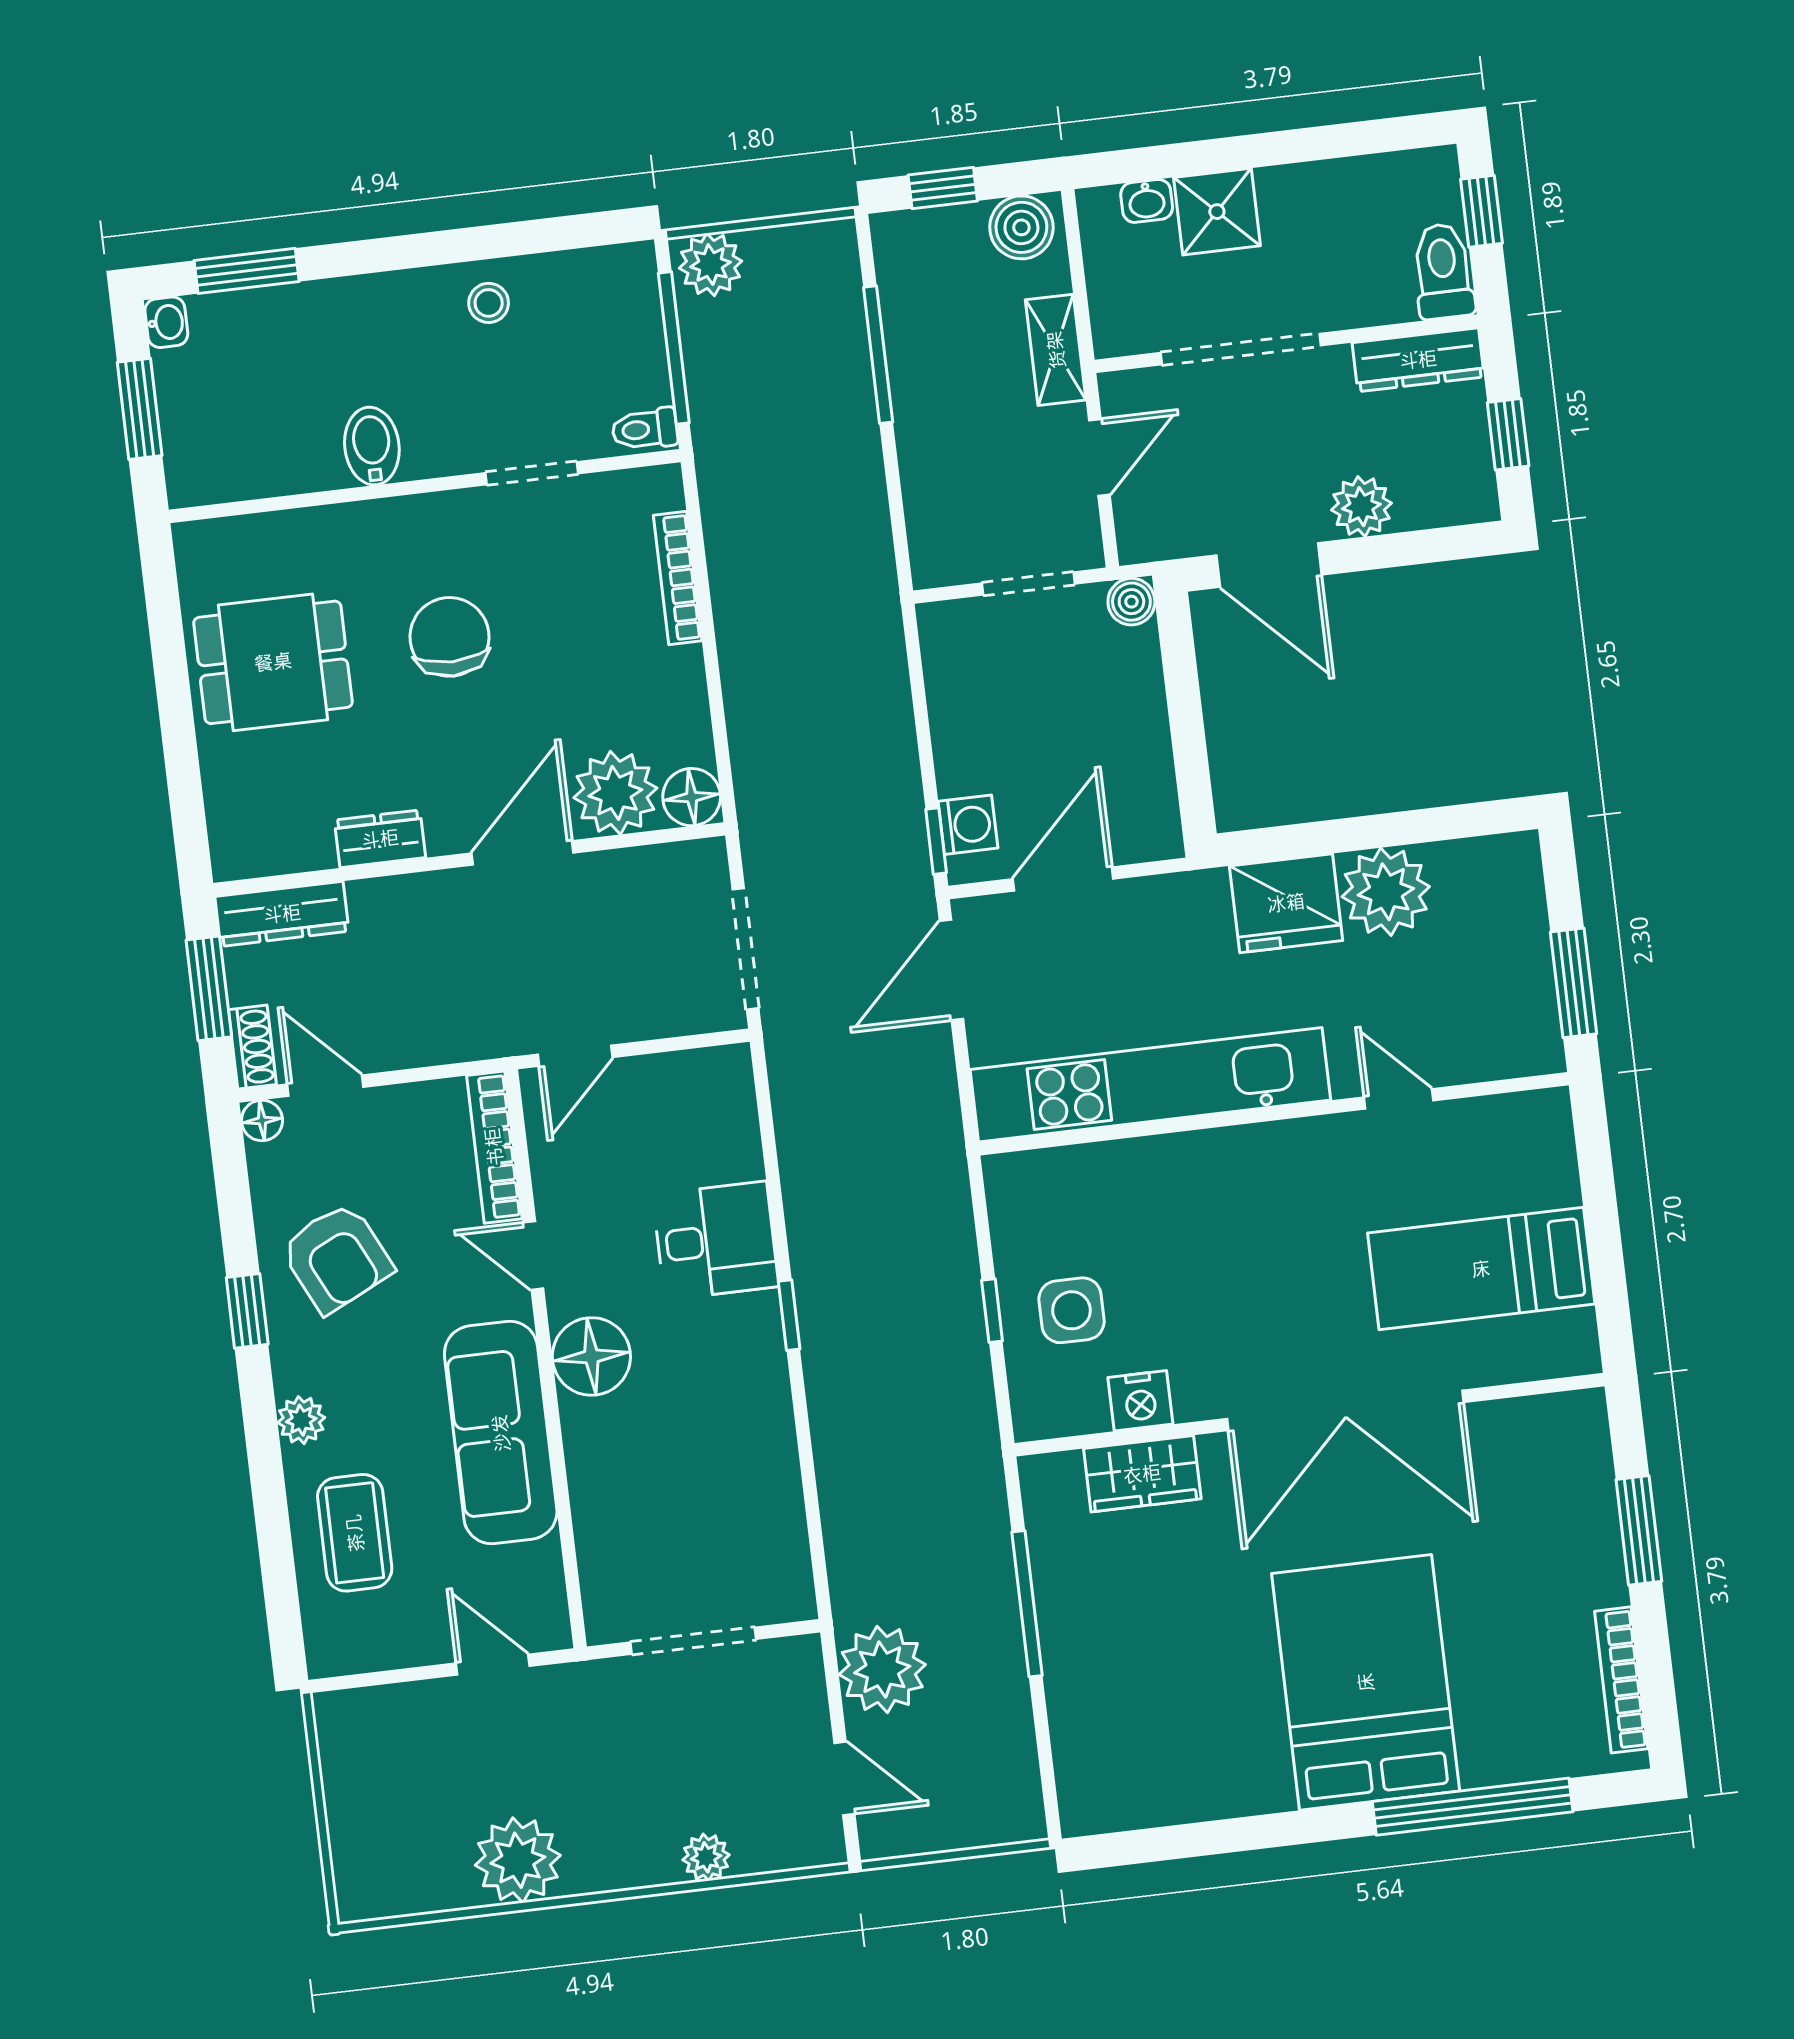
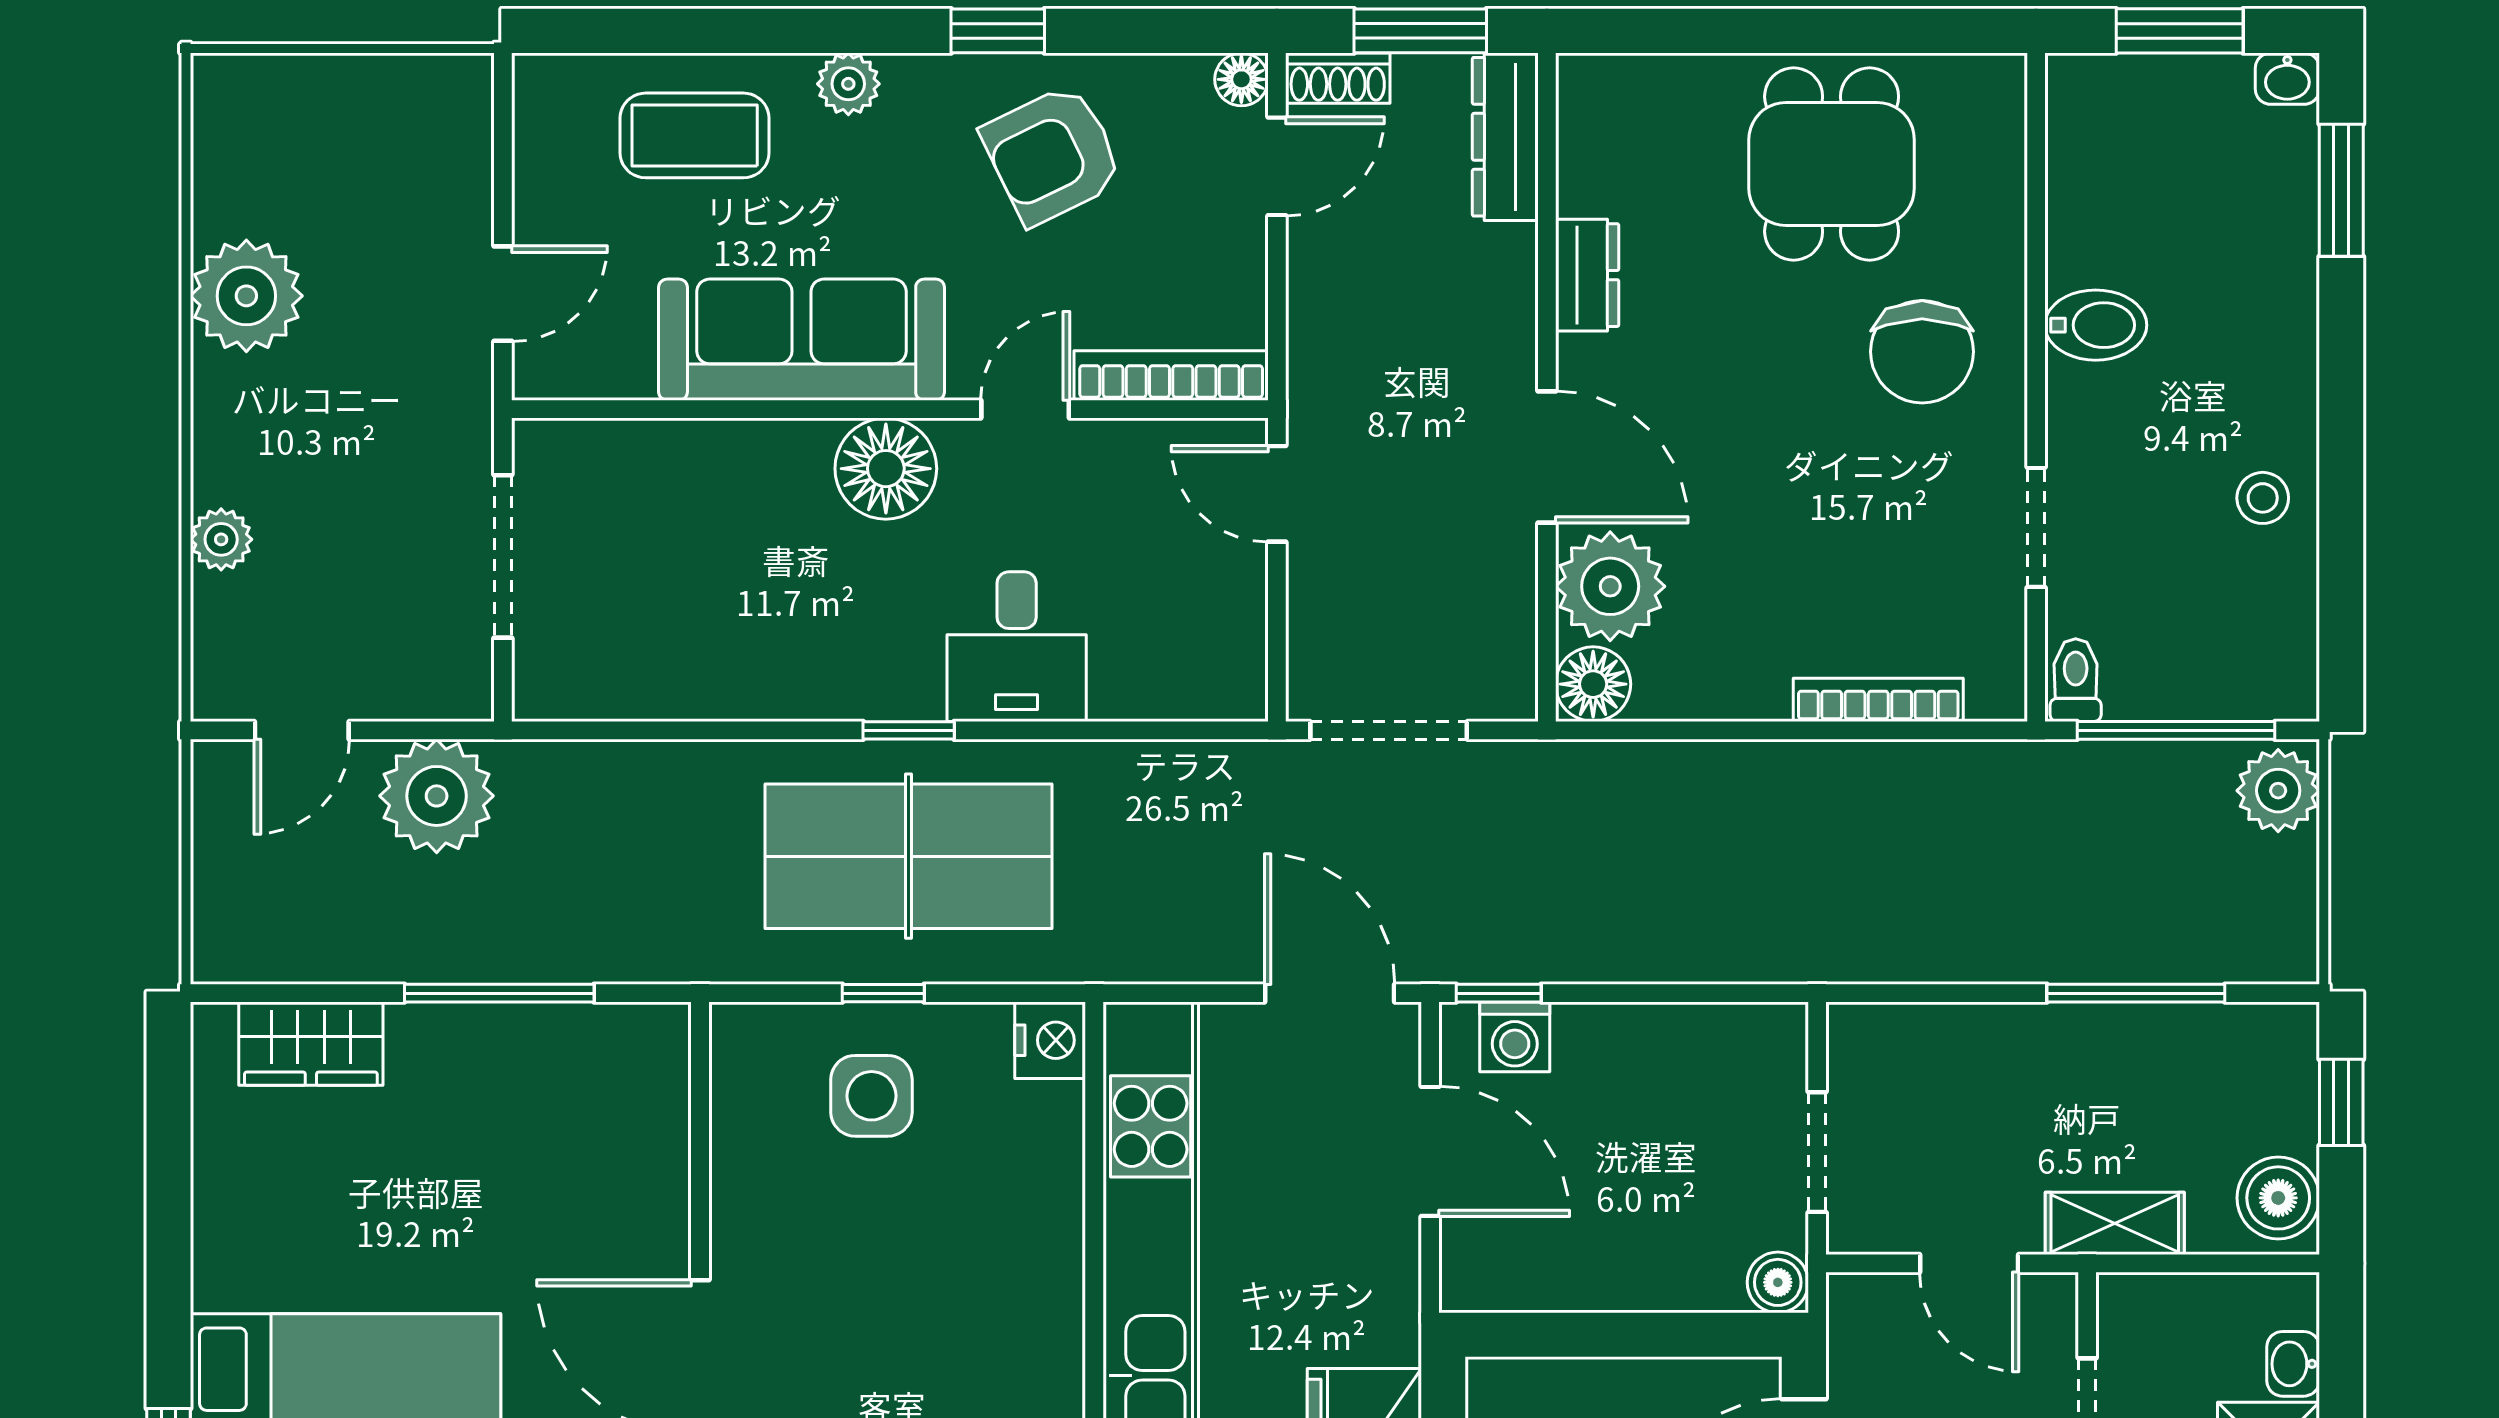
chair: (449, 637) -> (1922, 352), moved, turned 90
table tennis table: (885, 1304) -> (908, 856), added
nightstand: (1140, 1401) -> (1050, 1040), moved, turned 180
wardrobe: (1142, 1474) -> (311, 1044), moved, turned -90

